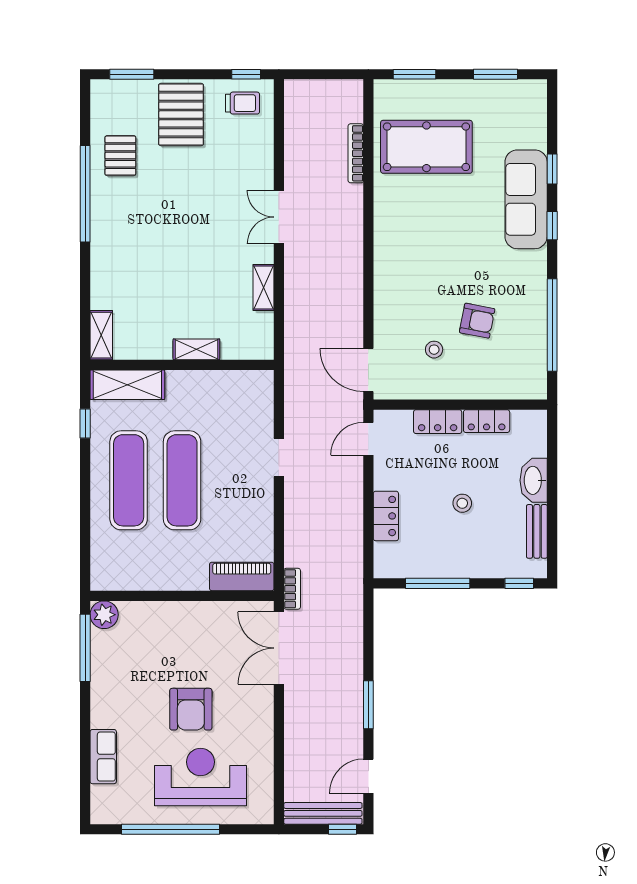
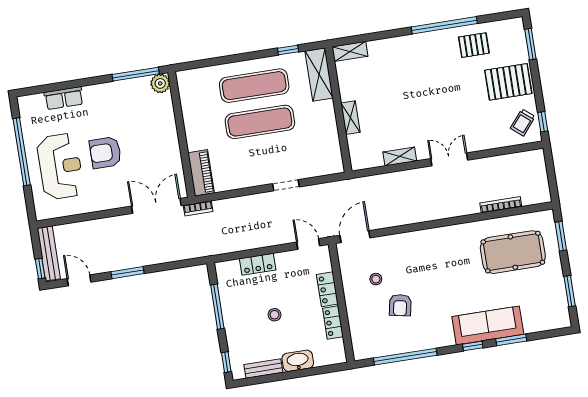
trolley: (243, 103) -> (523, 122), turned 40
pool table: (426, 147) -> (513, 252), turned 90
window: (552, 169) -> (511, 340), width x1.50

